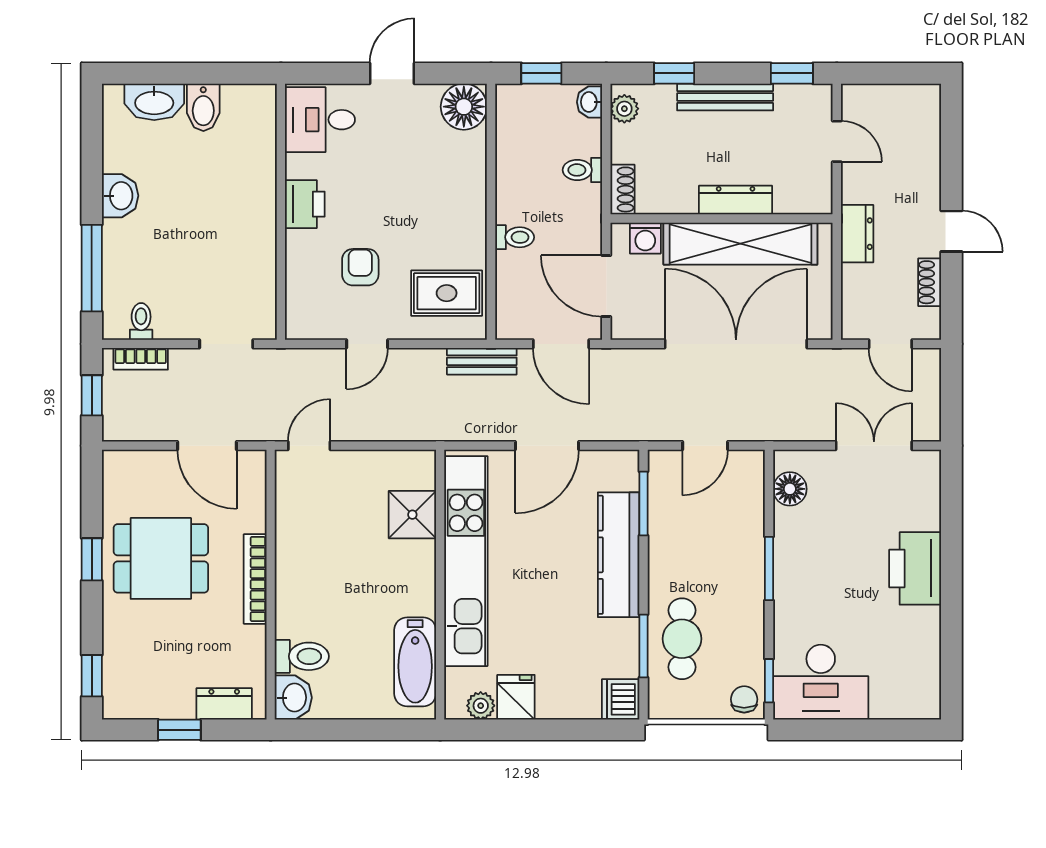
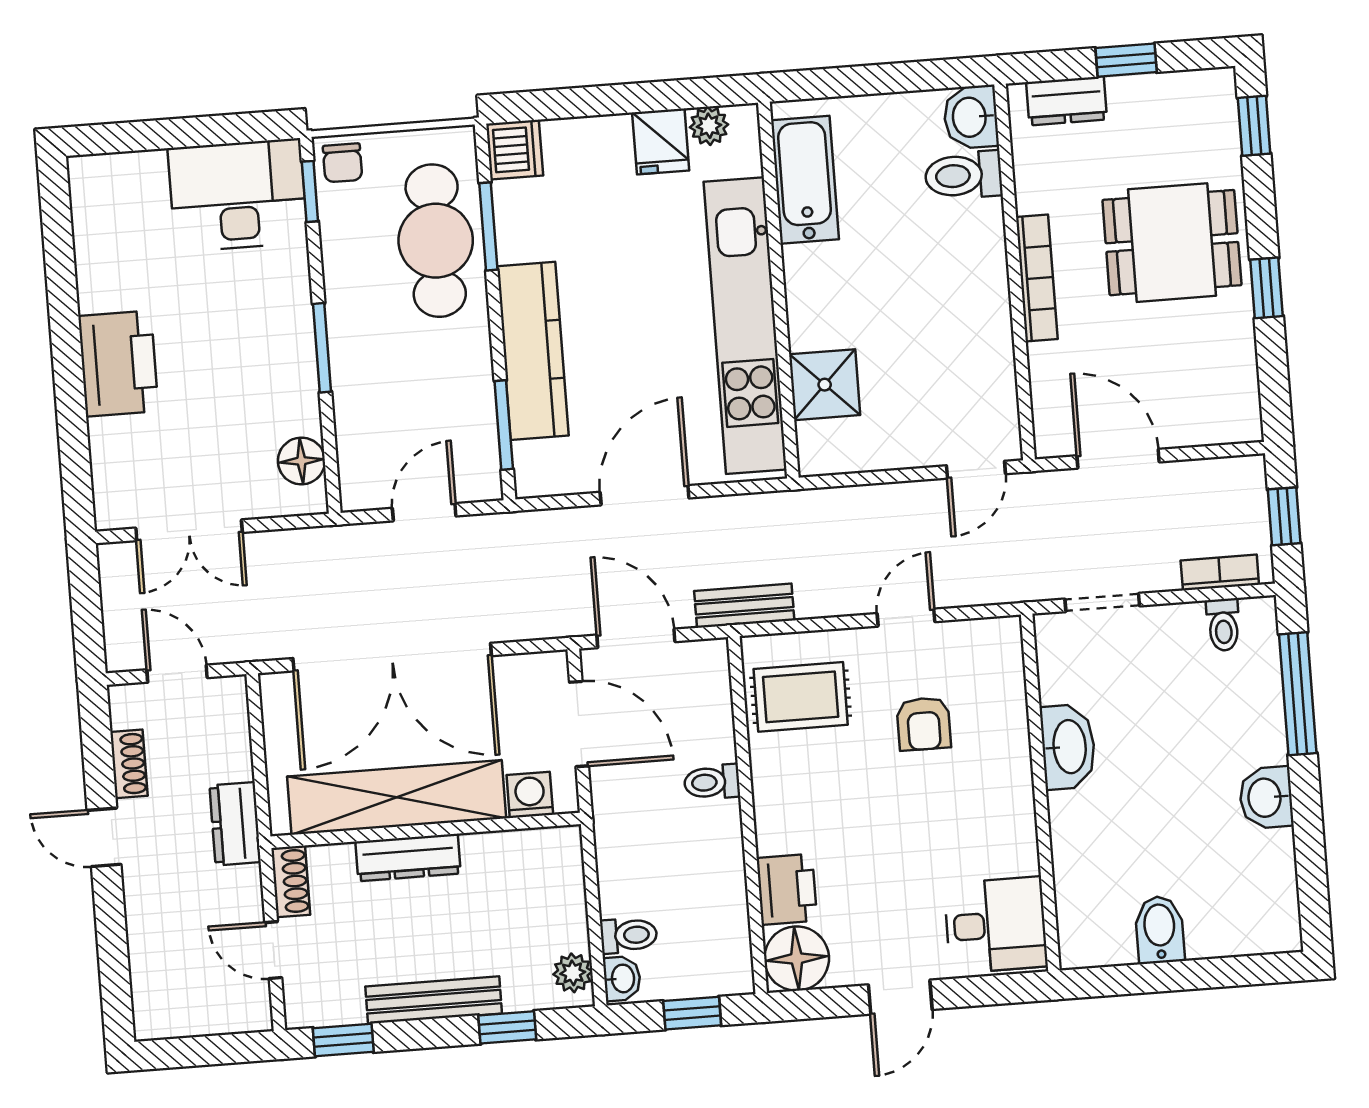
washbasin: (154, 102) -> (1068, 747), moved, turned 90
toilet: (582, 170) -> (629, 935), moved
shoe rack: (622, 189) -> (291, 881), moved, turned 180
printer: (305, 204) -> (787, 889), moved, turned 180
dining table: (161, 558) -> (1172, 243), moved
cafe table: (682, 639) -> (436, 241), width x1.37, depth x1.35

